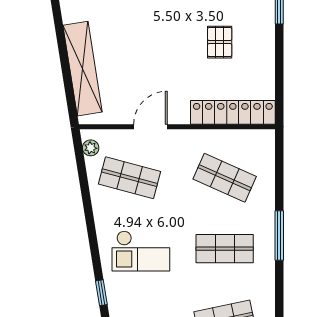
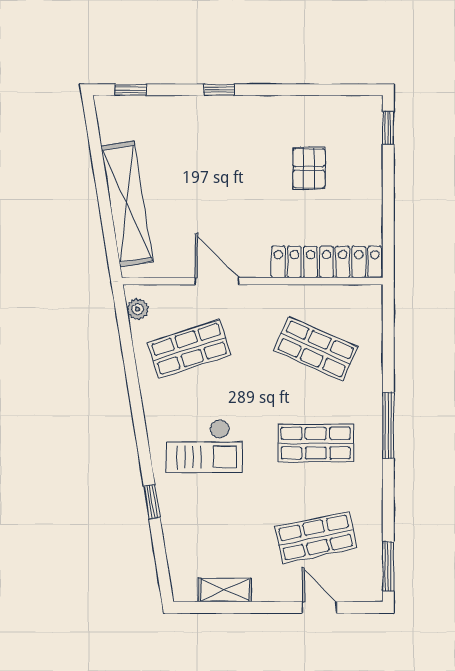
door: (150, 127) -> (217, 281), hinge flipped
shop shelf: (129, 178) -> (189, 349), turned -33

